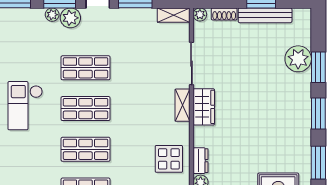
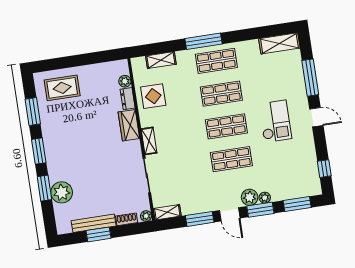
wardrobe: (204, 107) -> (129, 125), moved

